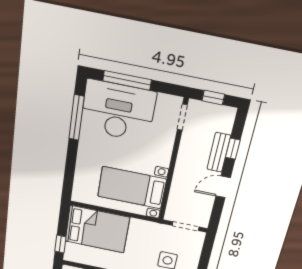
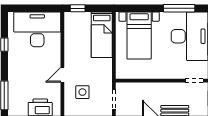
bed with nightstands: (132, 188) -> (139, 35), moved, turned 180
bed: (97, 229) -> (102, 35), width x0.67

